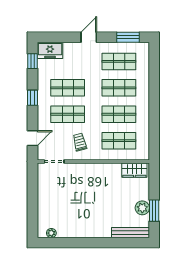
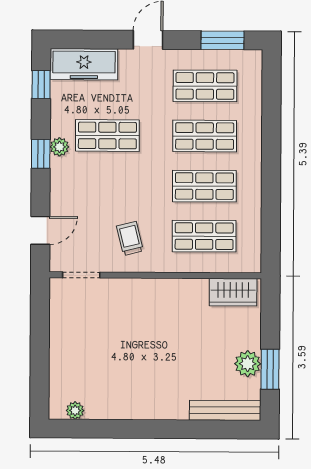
freezer: (50, 50) -> (84, 64), width x1.40
plant: (42, 94) -> (59, 147), added
shop shelf: (68, 114) -> (107, 186), removed

